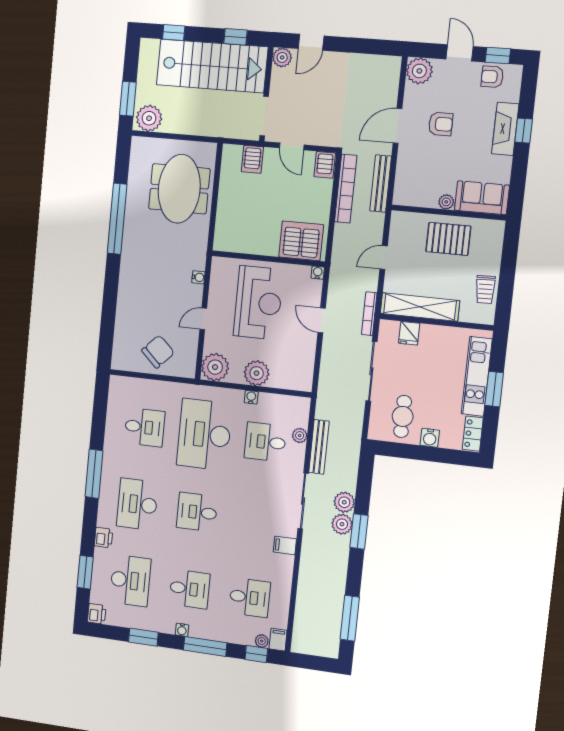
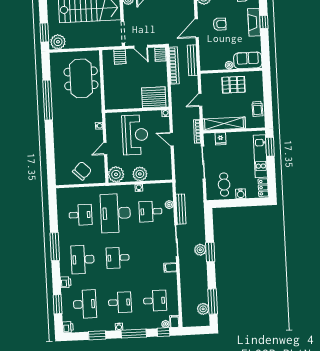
window: (494, 389) -> (270, 147), moved
plant: (344, 502) -> (203, 309), moved

